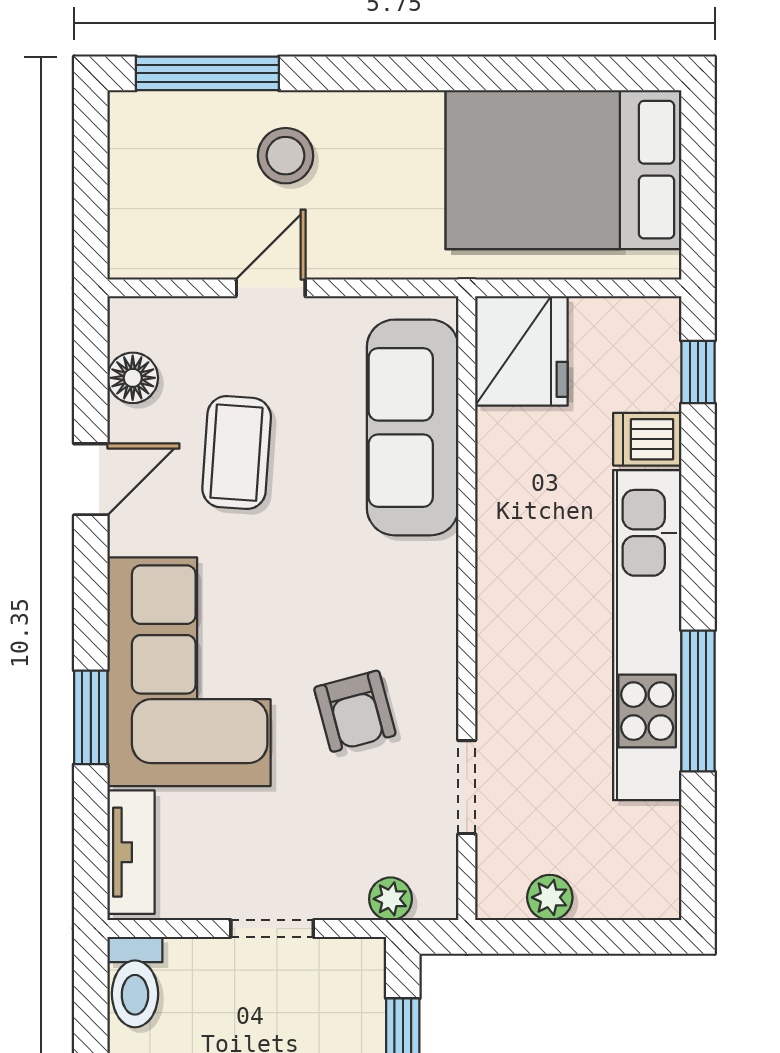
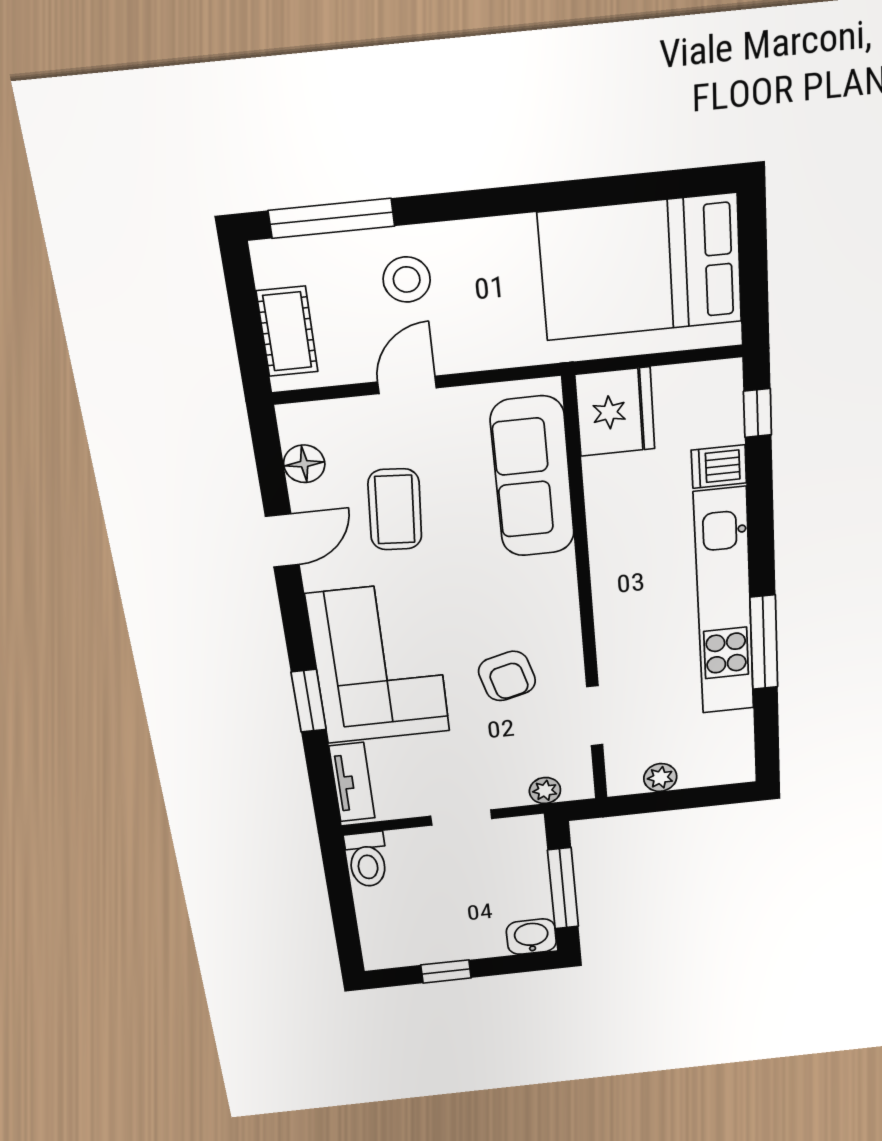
cot: (137, 205) -> (287, 331), added

